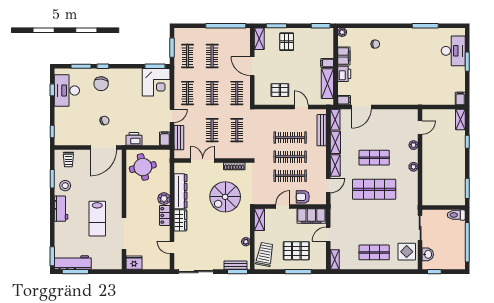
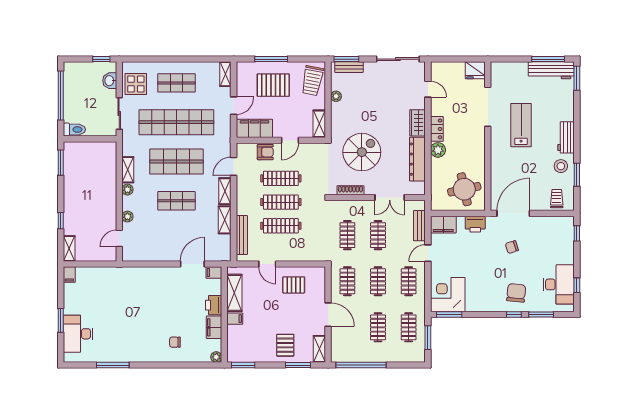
shelving: (335, 120) -> (128, 170), moved
filing cabinet: (165, 139) -> (443, 225), width x2.00
shop shelf: (374, 221) -> (176, 122), added

